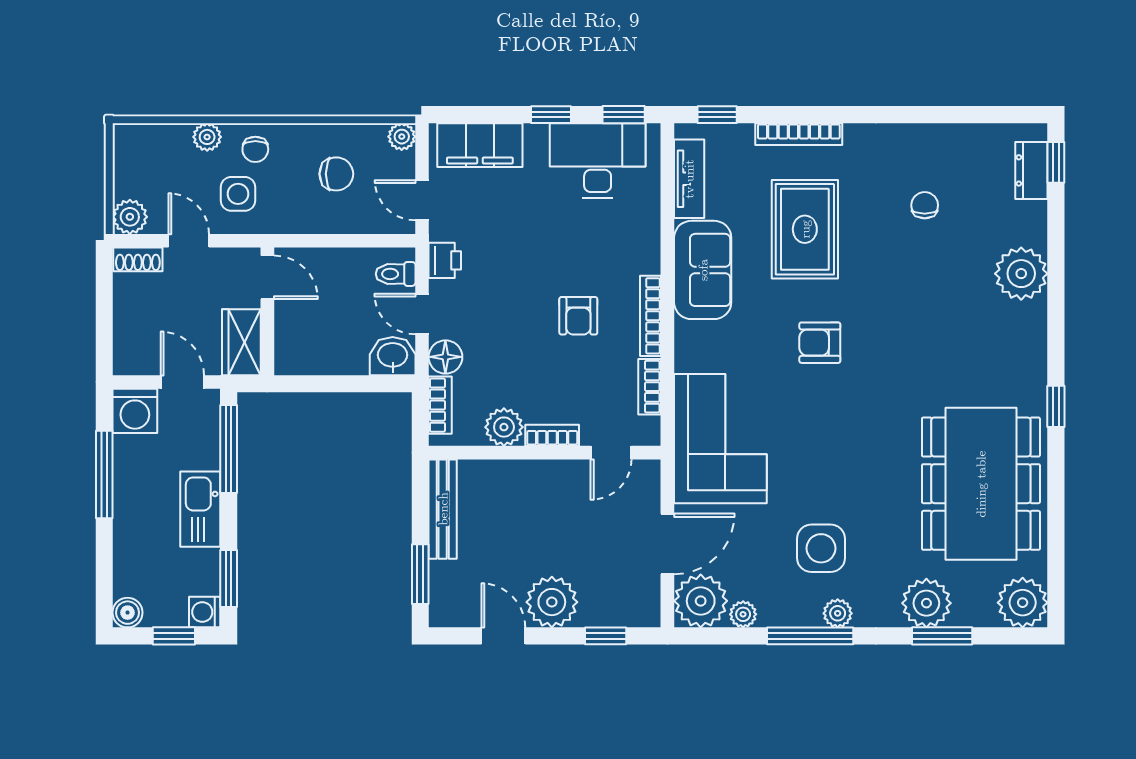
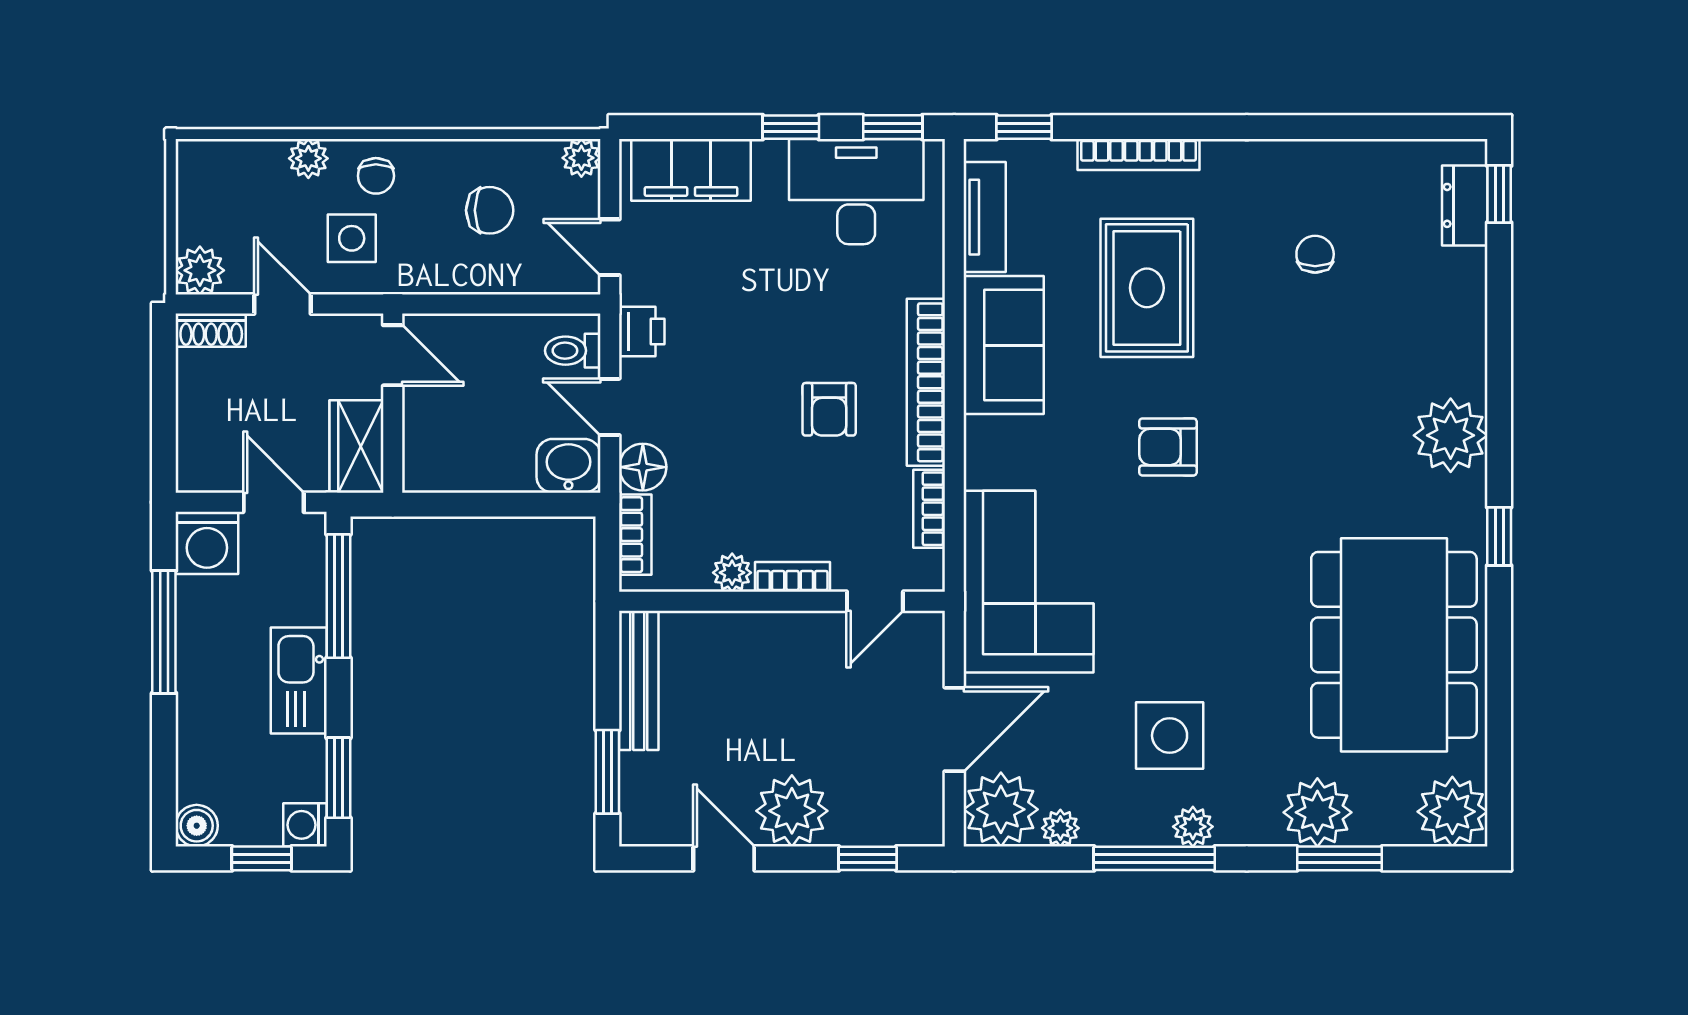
plant: (1021, 274) -> (1451, 435), moved
bookcase: (650, 316) -> (926, 382), width x1.48, depth x1.31
plant: (504, 427) -> (732, 573), width x0.73, depth x0.73

